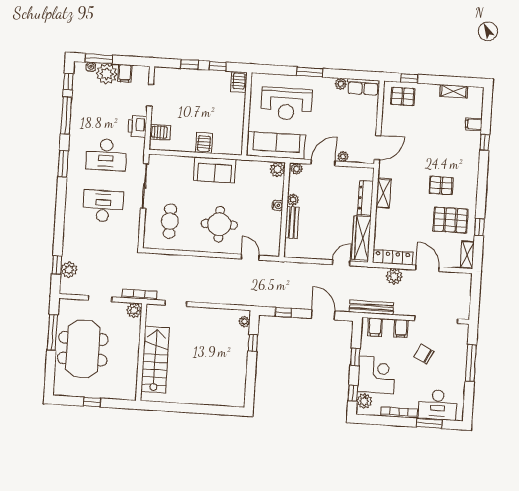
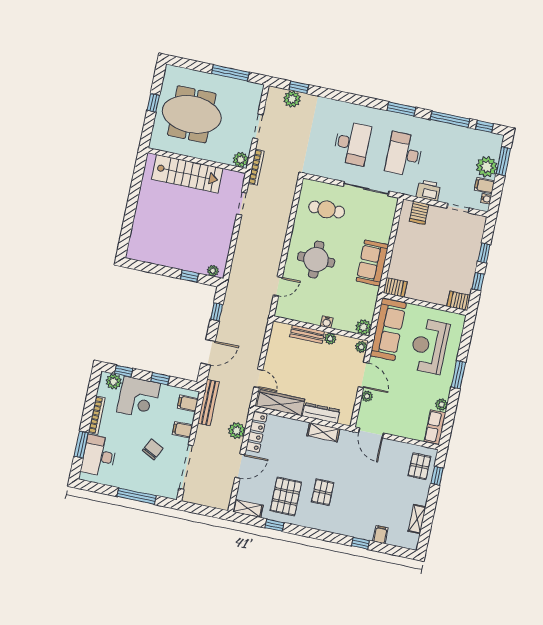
water cooler: (91, 67) -> (486, 199), moved
server rack: (204, 143) -> (395, 287), moved
meeting table: (83, 349) -> (192, 114), moved

